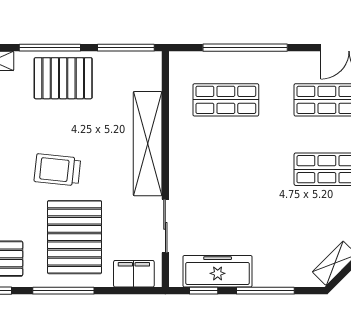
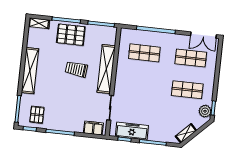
trolley: (57, 170) -> (76, 69), moved
pallet: (75, 237) -> (68, 108), removed

